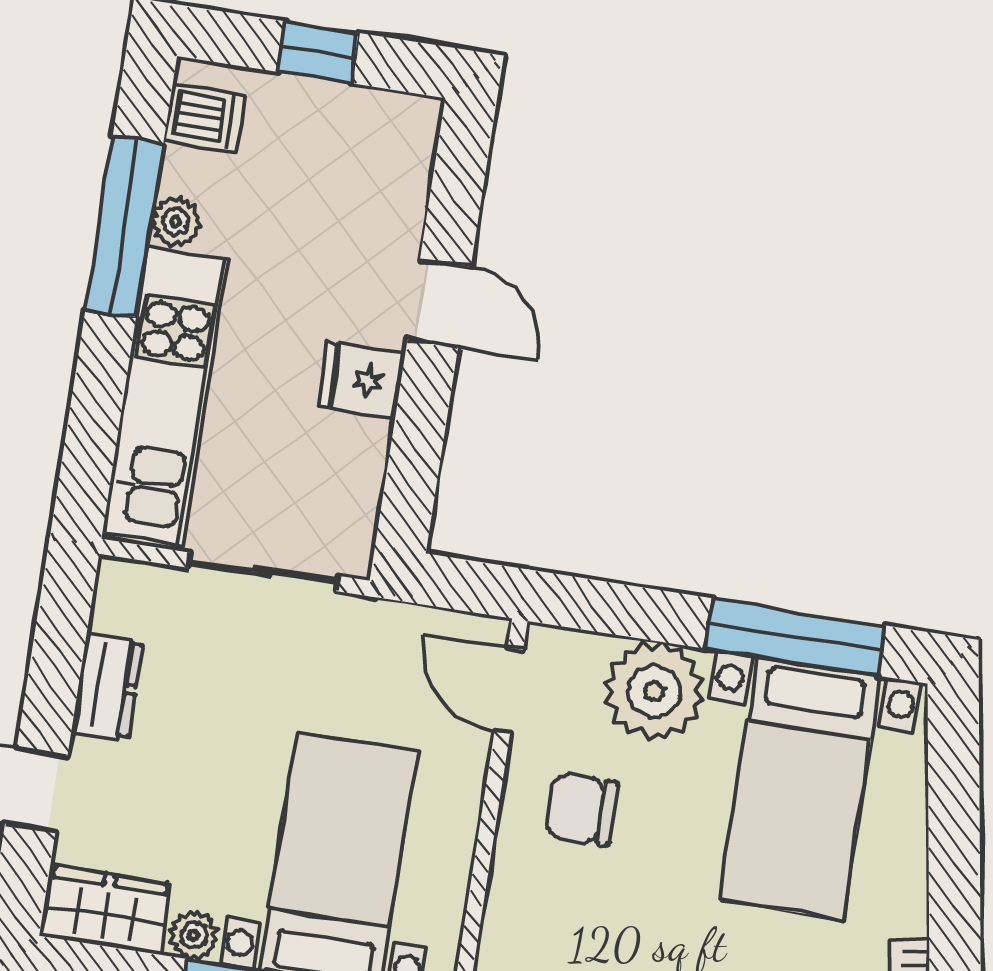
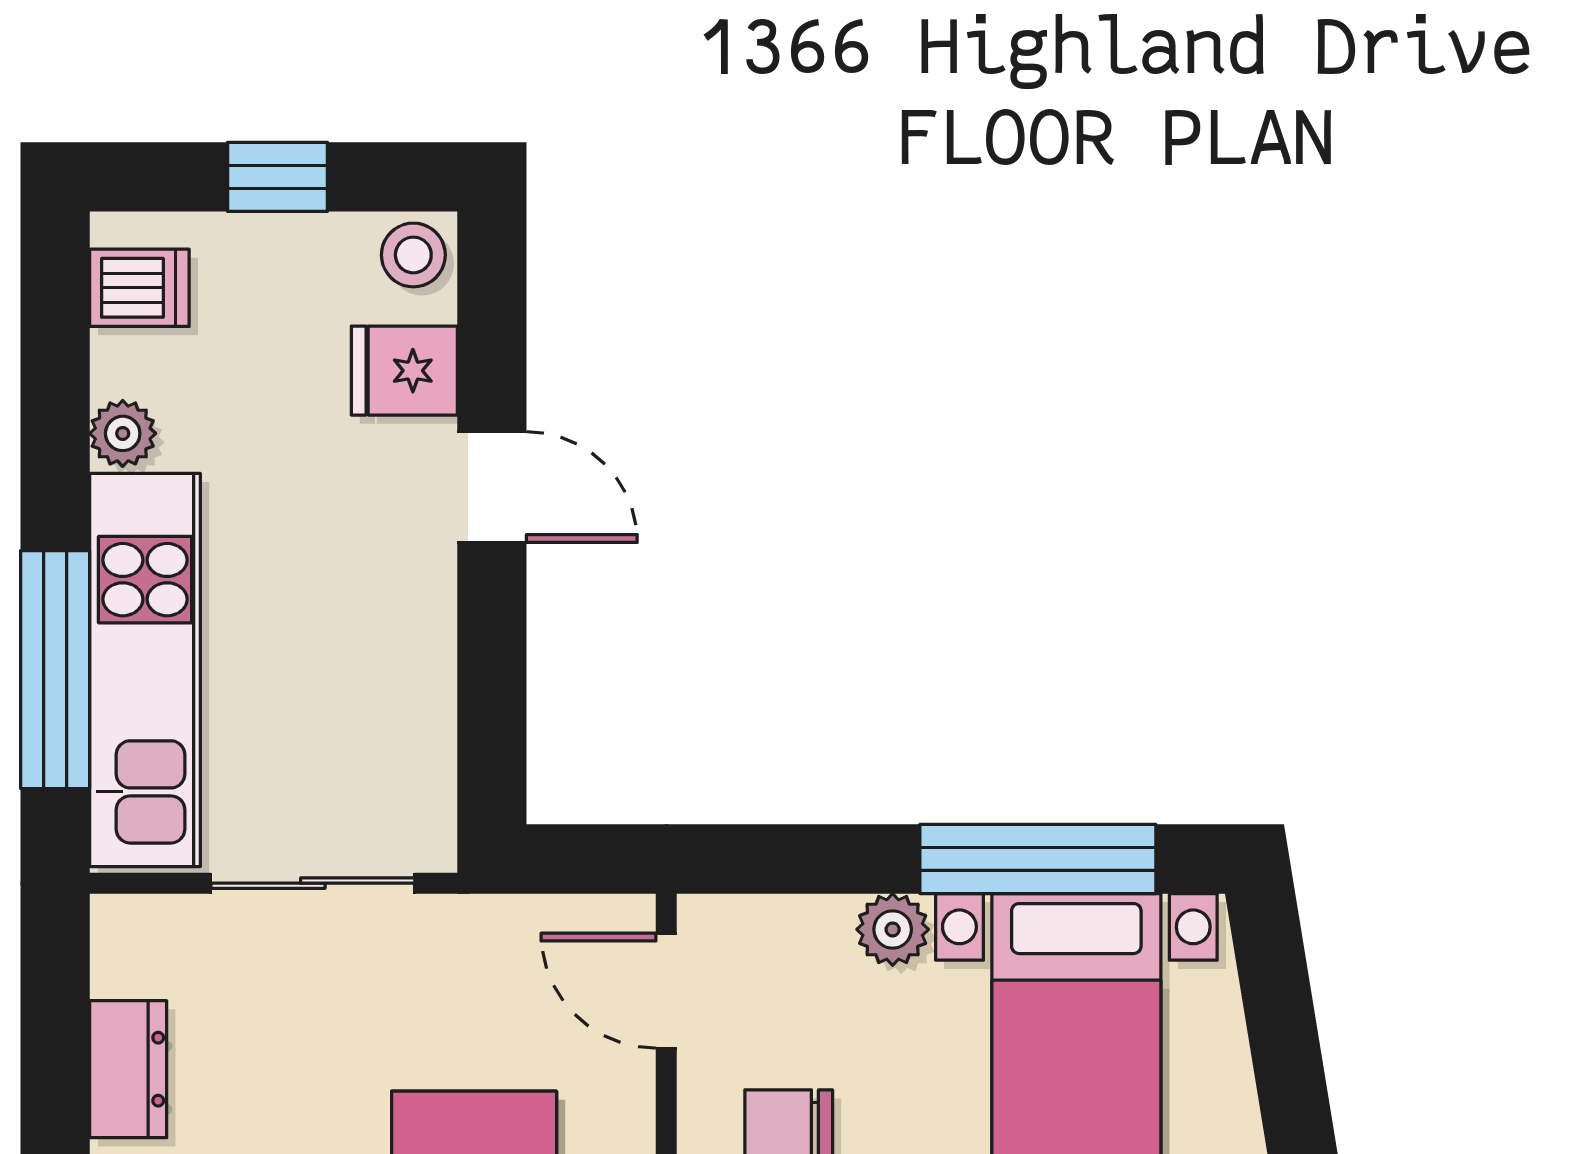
stool: (408, 125) -> (413, 255), added
window: (124, 227) -> (55, 670), moved
fridge: (362, 380) -> (404, 371), moved
plant: (654, 691) -> (893, 929), width x0.53, depth x0.53

